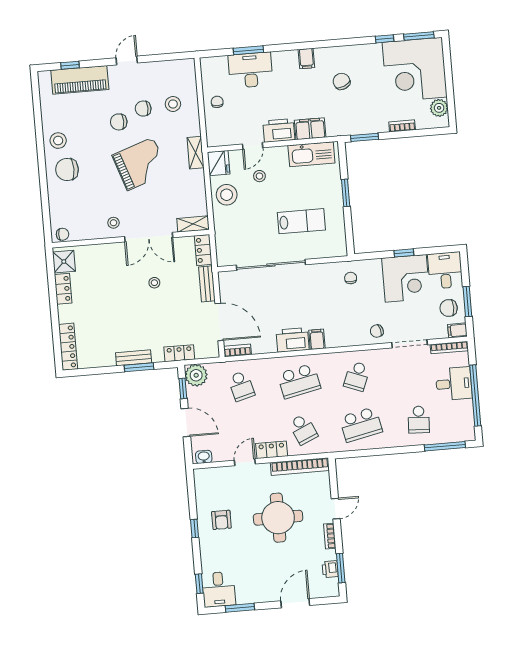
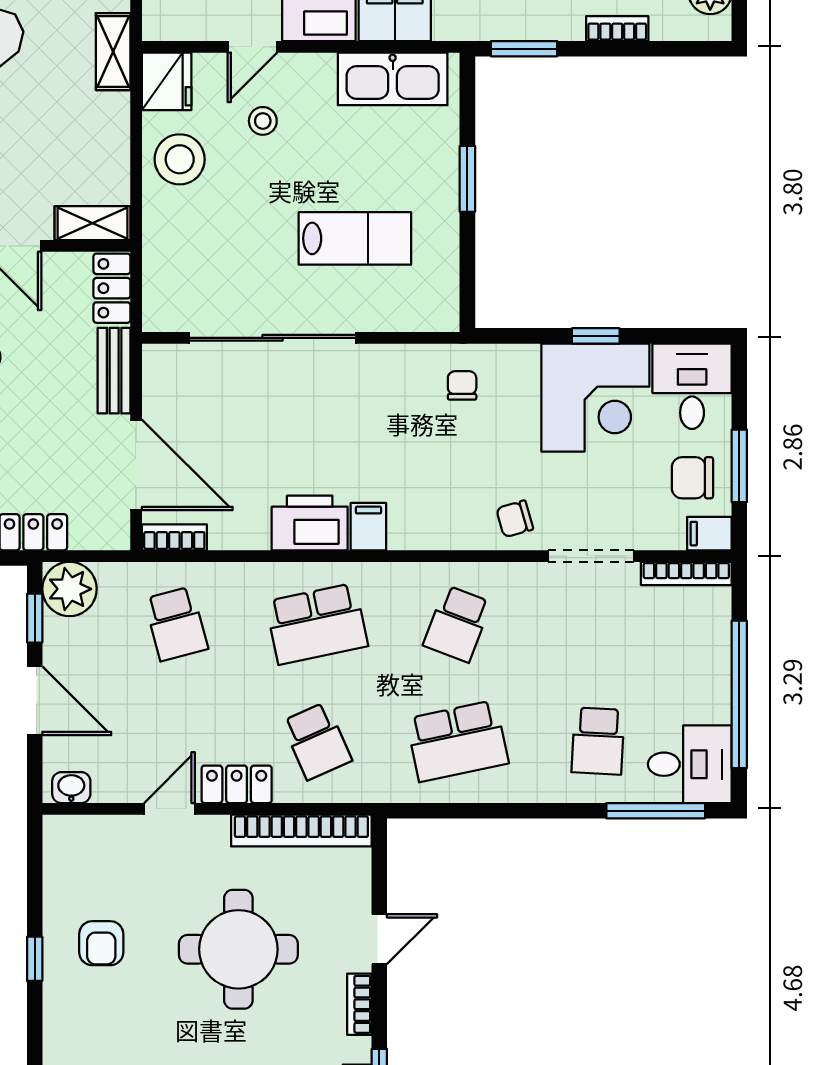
desk: (454, 384) -> (690, 764), moved

